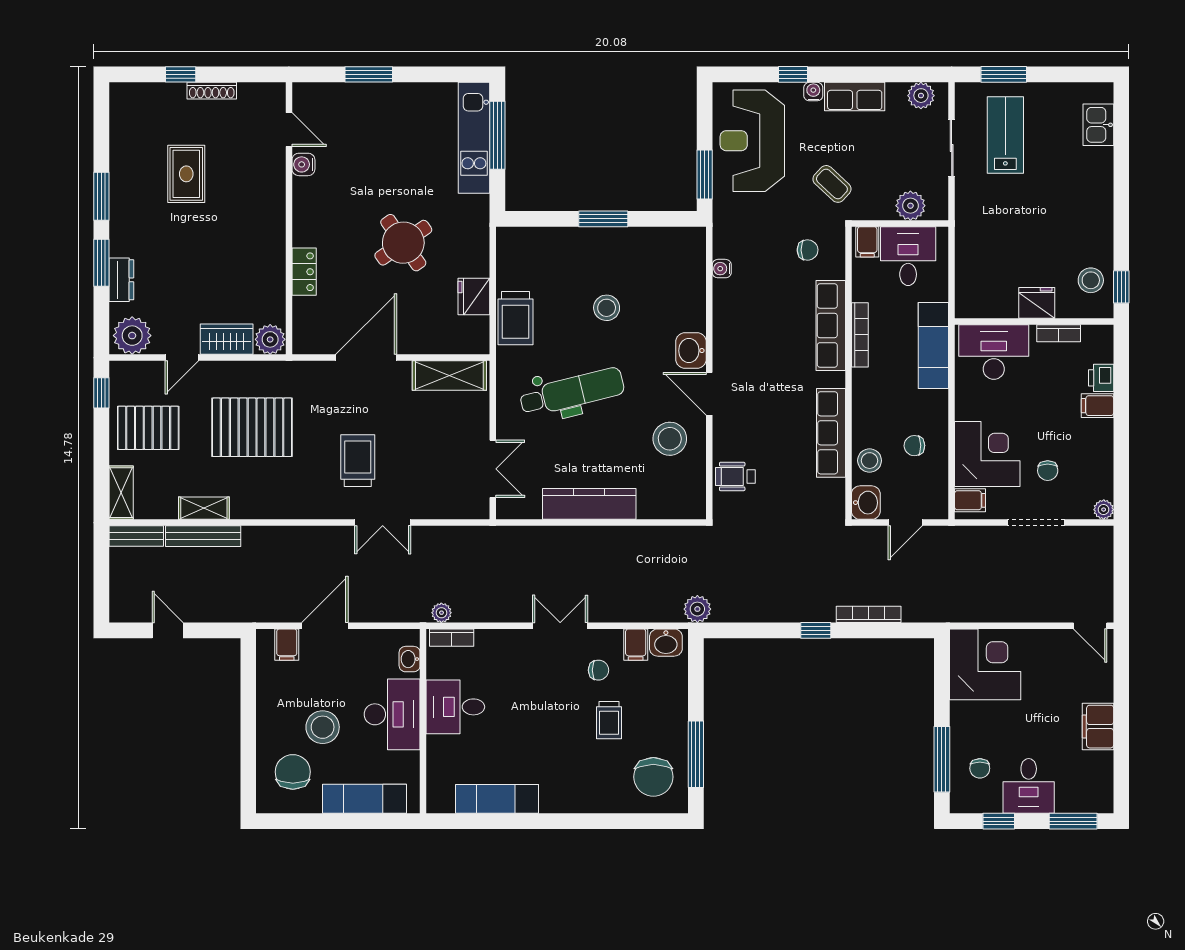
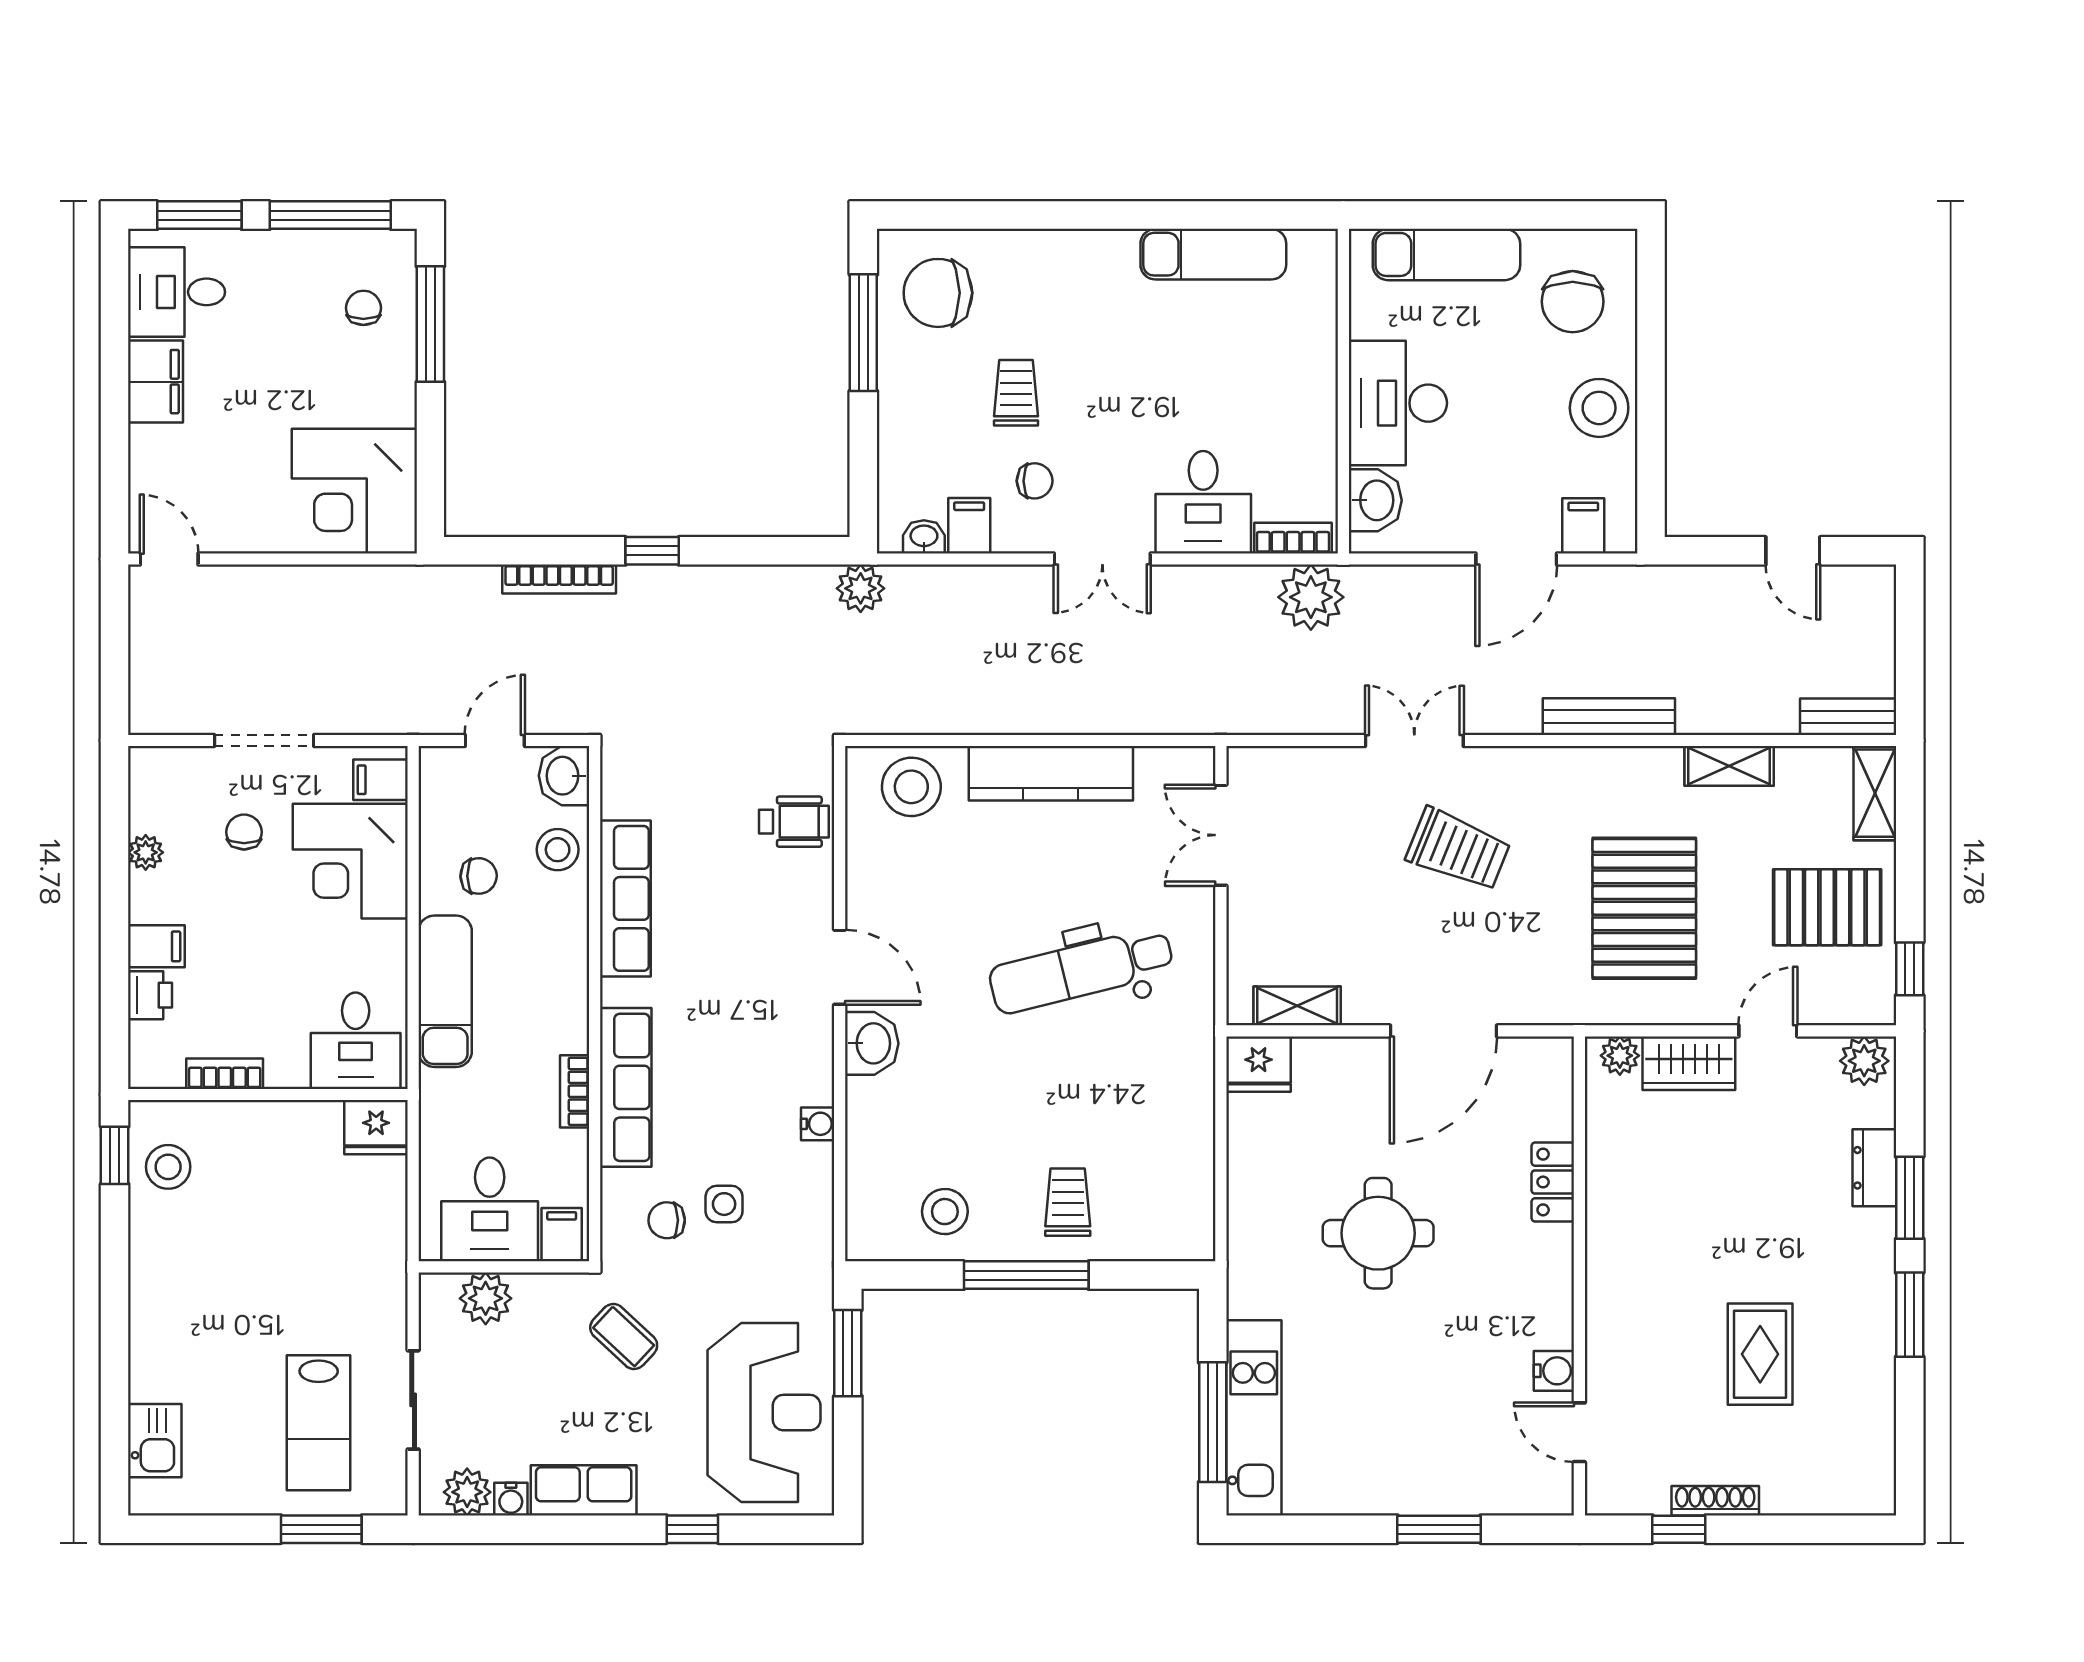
window: (181, 74) -> (1679, 1529), moved
water cooler: (813, 92) -> (511, 1499), moved
window: (603, 219) -> (1026, 1275), width x1.44
round table: (403, 243) -> (1378, 1233), turned 35
side table: (775, 259) -> (724, 1204), added
water cooler: (722, 269) -> (818, 1124), moved
fridge: (474, 296) -> (1259, 1064), moved, turned 90
fridge: (1037, 303) -> (376, 1127), moved
stool: (607, 308) -> (945, 1212), moved
trolley: (516, 318) -> (1068, 1202), moved, width x0.73, depth x0.72
bookcase: (860, 335) -> (575, 1091), width x0.64
plant: (132, 336) -> (1864, 1061), width x0.73, depth x0.73
plant: (270, 339) -> (1620, 1056), width x0.73, depth x0.73
exam couch: (933, 346) -> (445, 991), moved
desk: (994, 352) -> (356, 1041), width x0.73
shelving: (449, 375) -> (1297, 1006), width x0.67, depth x0.75
pallet: (252, 427) -> (1644, 908), turned 90
stool: (670, 439) -> (911, 787), moved
trolley: (358, 461) -> (1458, 850), turned -68
plant: (1104, 510) -> (146, 852), moved
bench: (203, 536) -> (1609, 717), moved
plant: (441, 613) -> (1311, 597), width x1.87, depth x1.87
washbasin: (666, 643) -> (924, 537), width x0.72, depth x0.69
washbasin: (410, 659) -> (1375, 500), width x1.38, depth x1.45
chair: (598, 670) -> (1035, 481), turned 180
desk: (455, 707) -> (1203, 502), moved, turned 90
stool: (323, 727) -> (1599, 408), moved
chair: (653, 777) -> (938, 293), turned -90
desk: (1029, 786) -> (177, 292), moved, turned -90
window: (999, 821) -> (330, 215), width x2.17

